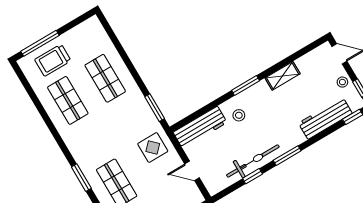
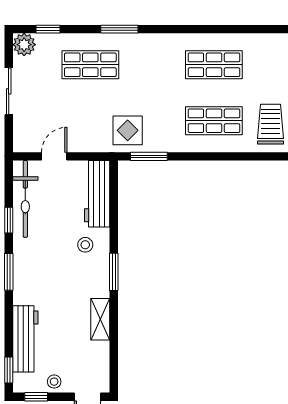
trolley: (53, 60) -> (271, 124), moved
display table: (153, 147) -> (128, 130), moved
bicycle: (253, 161) -> (25, 199), moved

